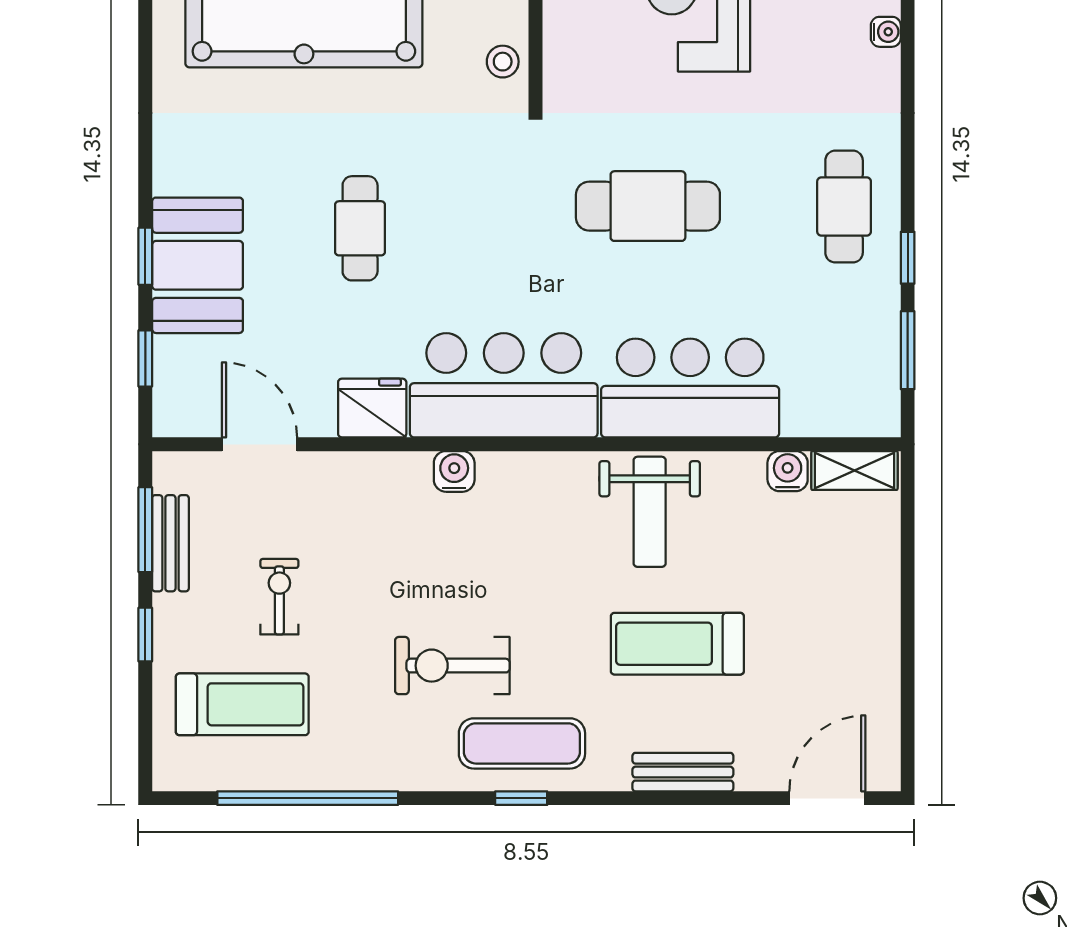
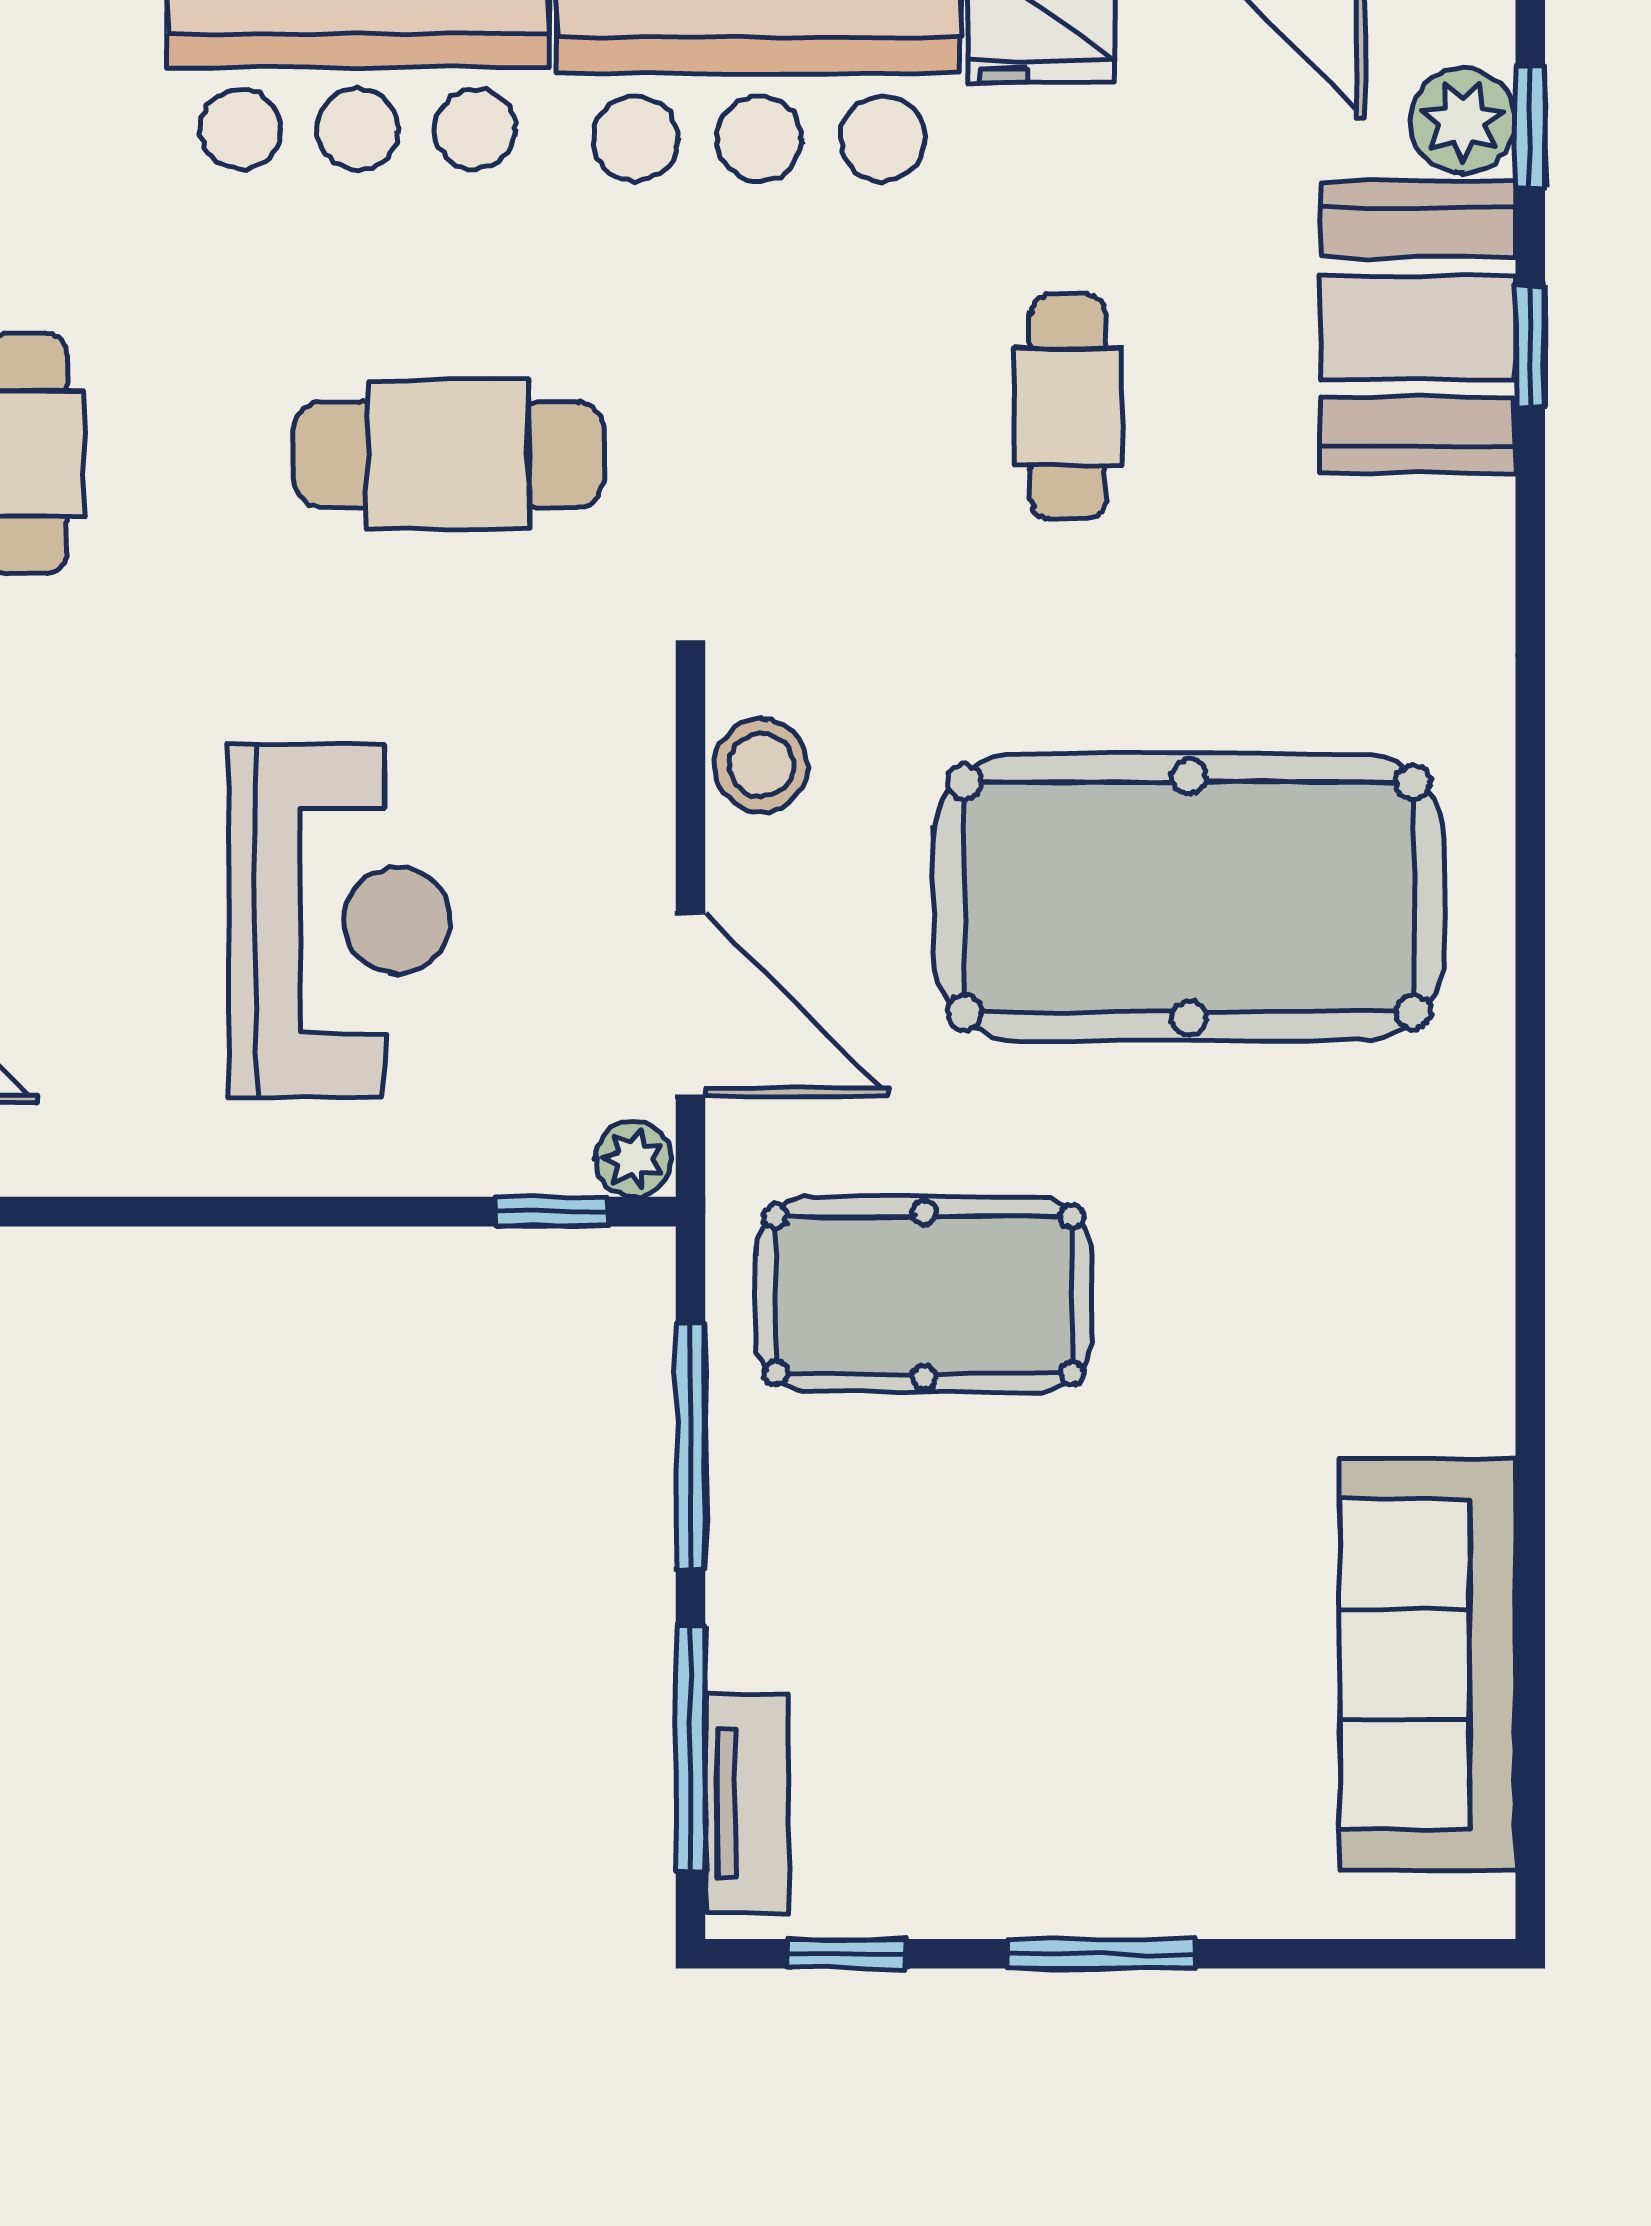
stool: (503, 62) -> (761, 766), width x1.37, depth x1.37
plant: (177, 361) -> (1463, 121), added

